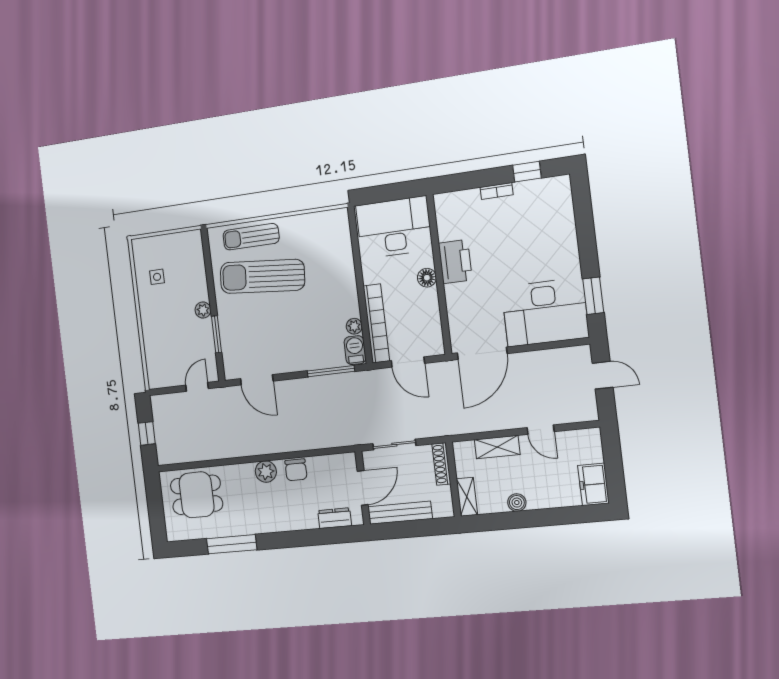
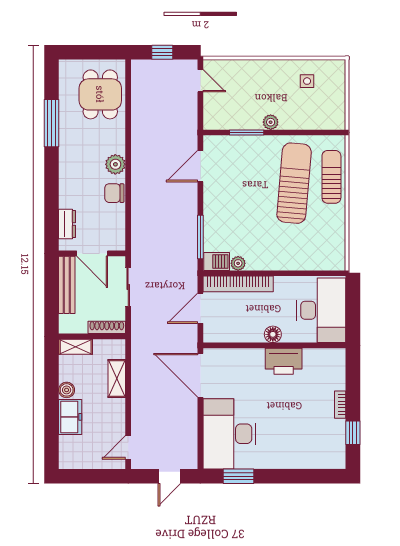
door: (197, 387) -> (200, 81), moved
door: (541, 430) -> (128, 447), moved
freezer: (593, 484) -> (70, 417), moved, turned 90

